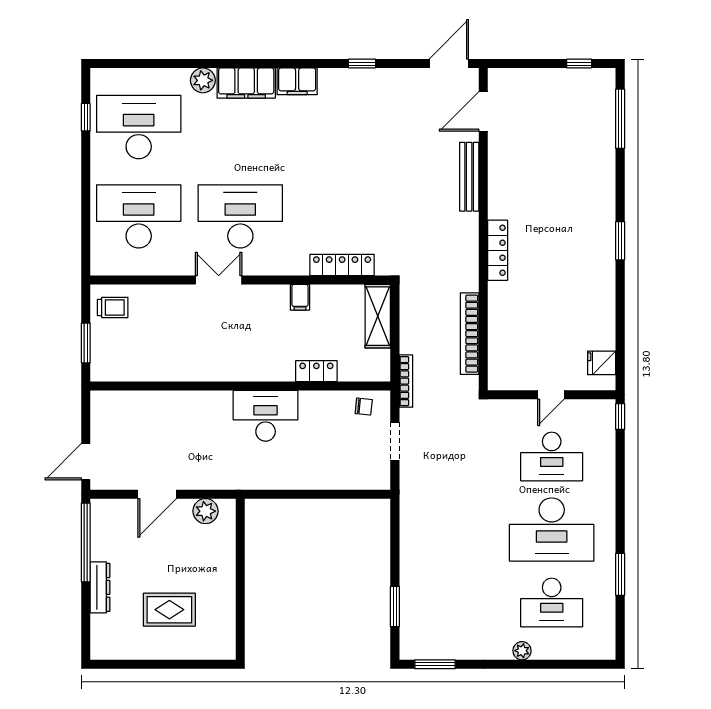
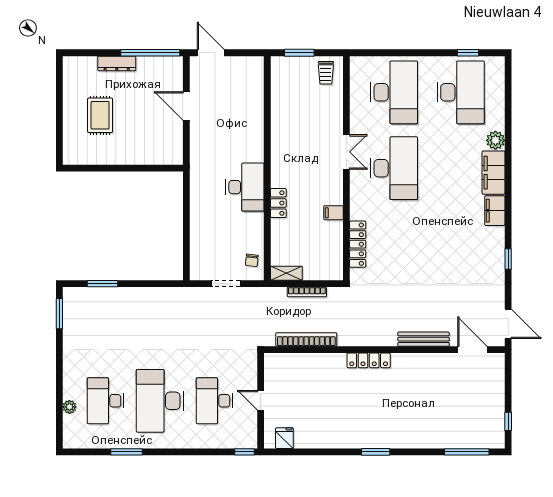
shelving: (378, 316) -> (286, 273), moved, width x0.67, depth x0.75
locker: (316, 371) -> (278, 203), moved
bookcase: (406, 381) -> (307, 292), moved
plant: (206, 511) -> (174, 142), removed
plant: (522, 651) -> (69, 407), moved

